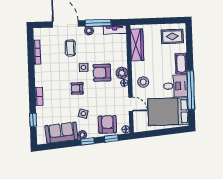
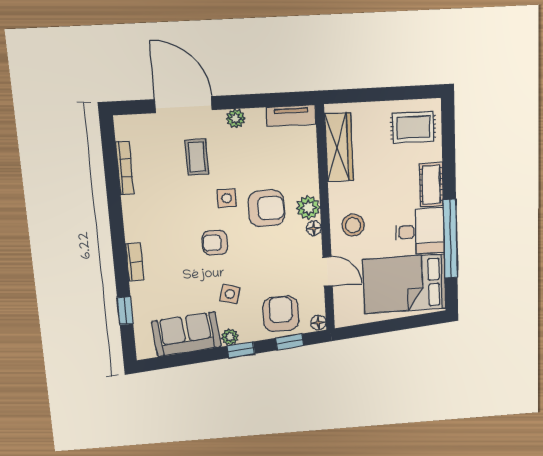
window: (98, 23) -> (255, 101), removed
armchair: (102, 73) -> (266, 208), turned 180

